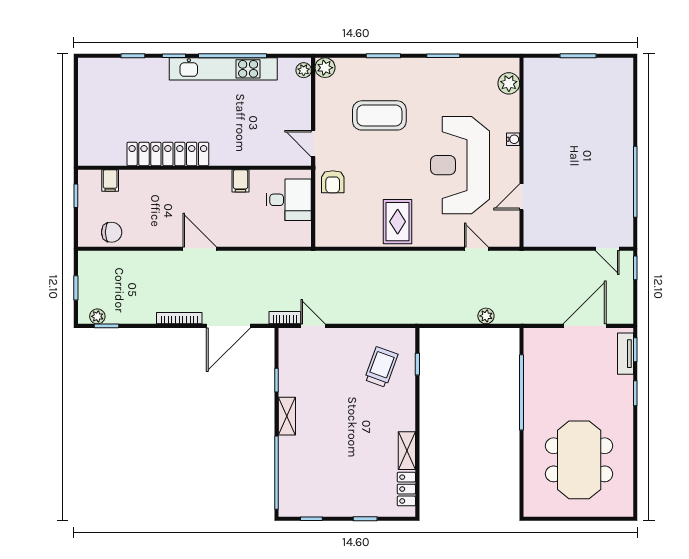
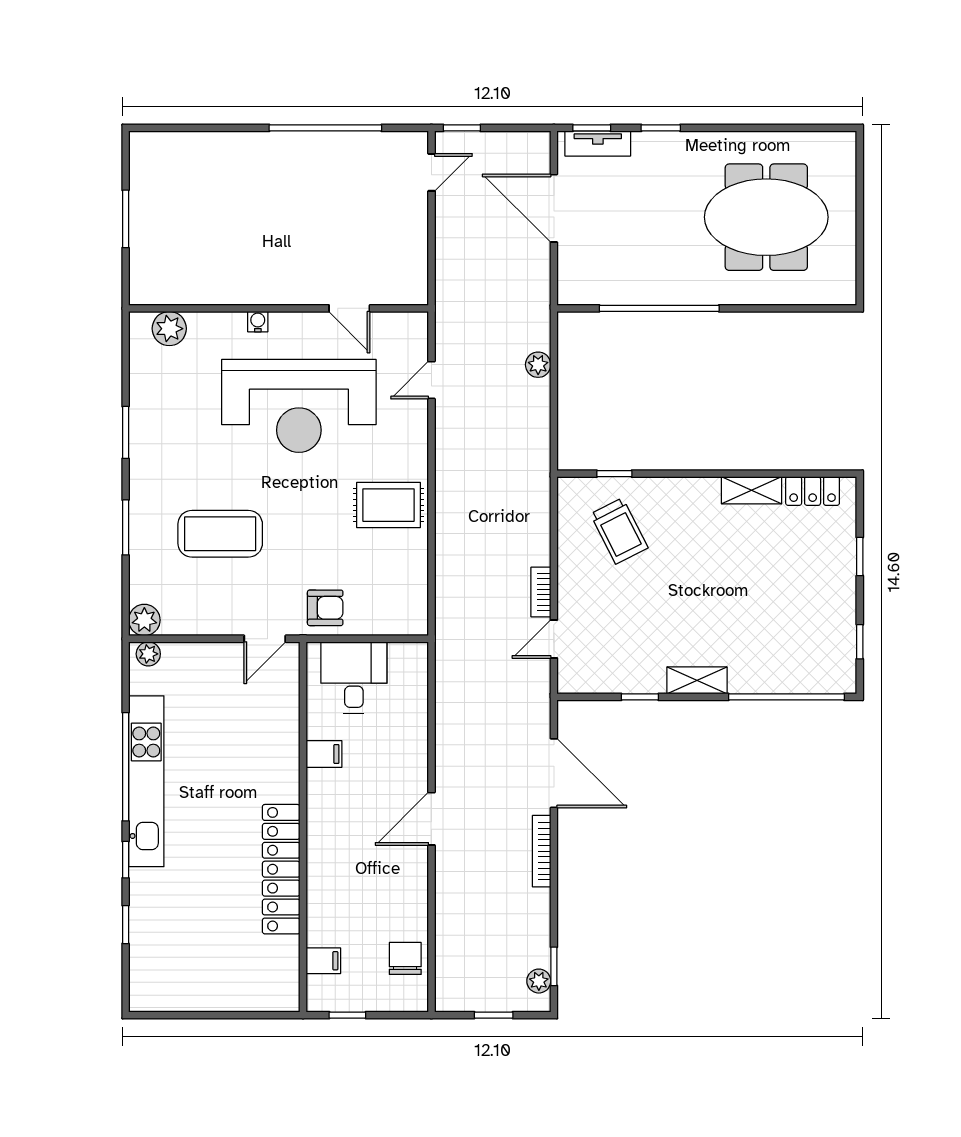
coffee table: (379, 115) -> (220, 534), turned 90
bookcase: (285, 318) -> (541, 592), moved
trolley: (381, 367) -> (619, 531), turned -137

